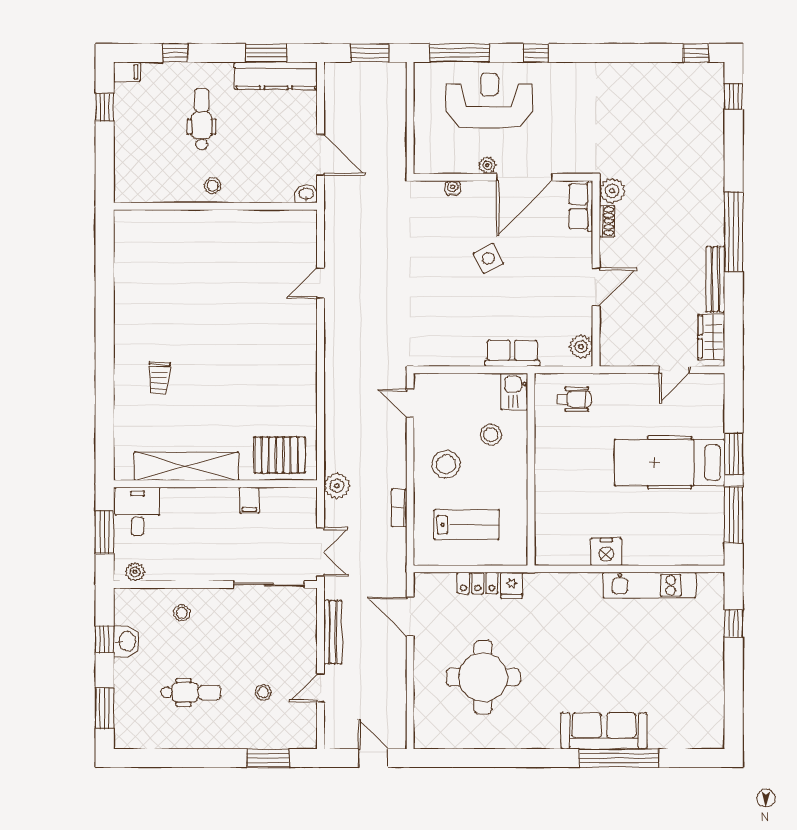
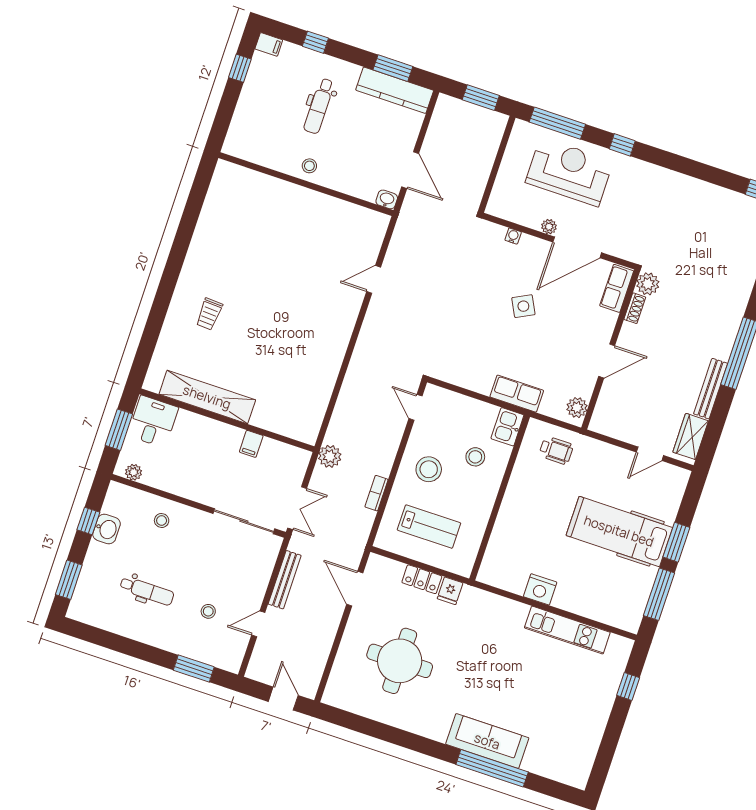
dental chair: (202, 119) -> (319, 106), turned 180
pallet: (280, 455) -> (290, 414), removed

